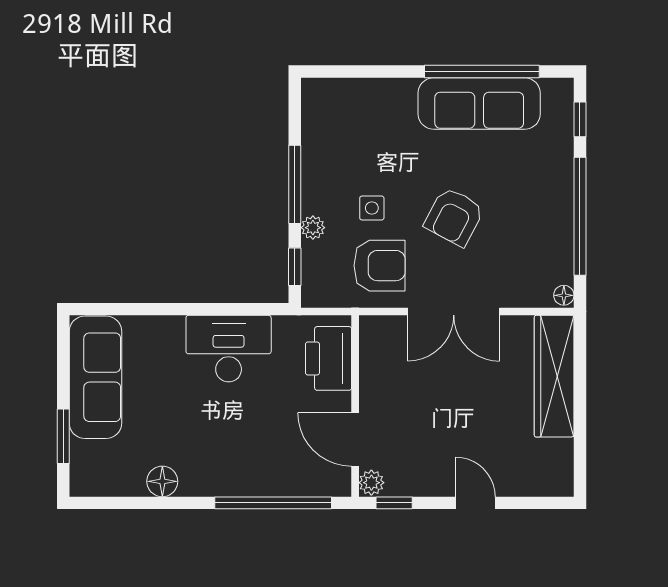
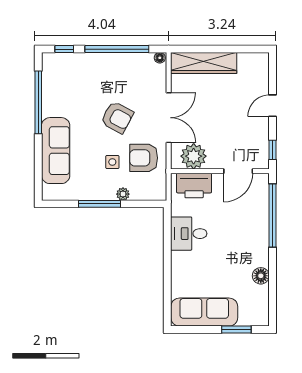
sofa: (479, 104) -> (56, 151), moved
armchair: (379, 266) -> (144, 158), turned -90
window: (295, 267) -> (144, 204), removed
desk: (229, 349) -> (189, 234), width x0.73
plant: (371, 483) -> (194, 156), moved, width x1.88, depth x1.88

